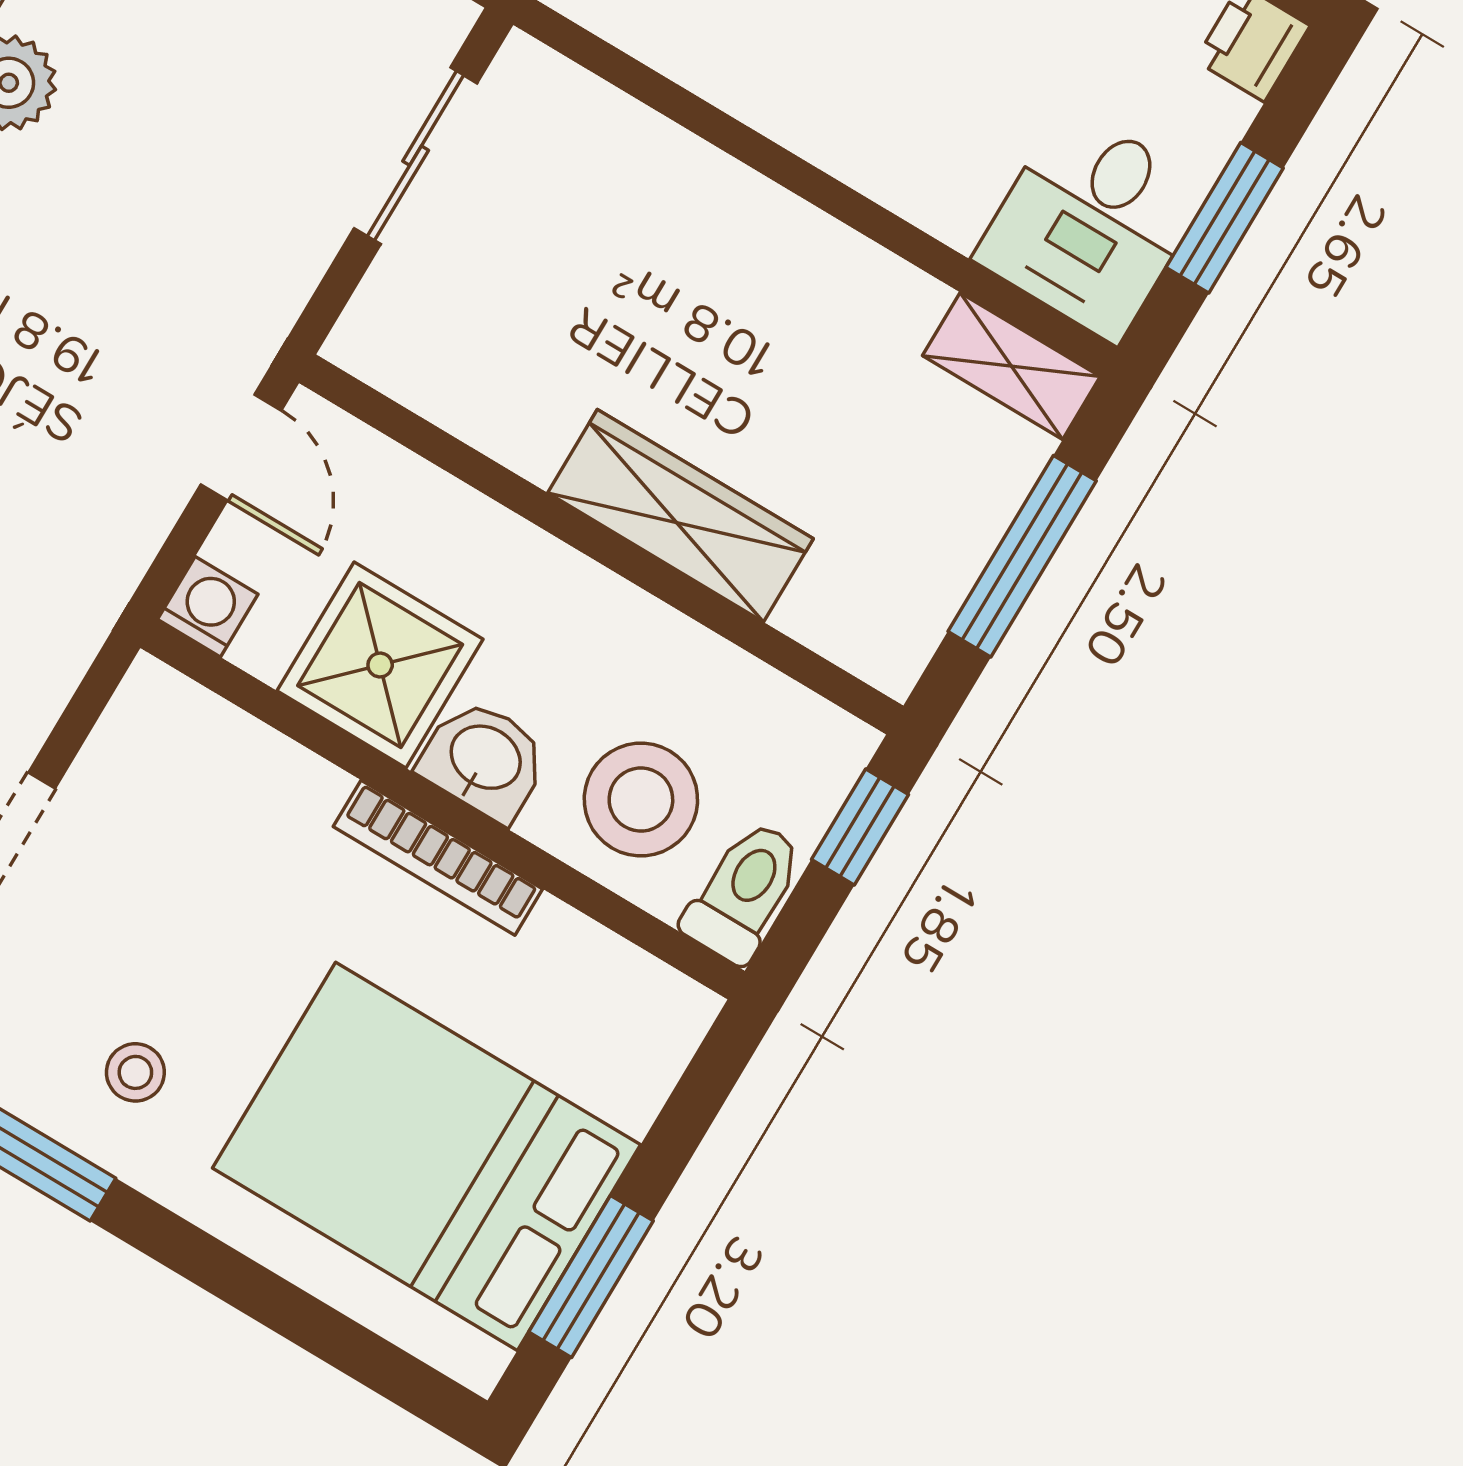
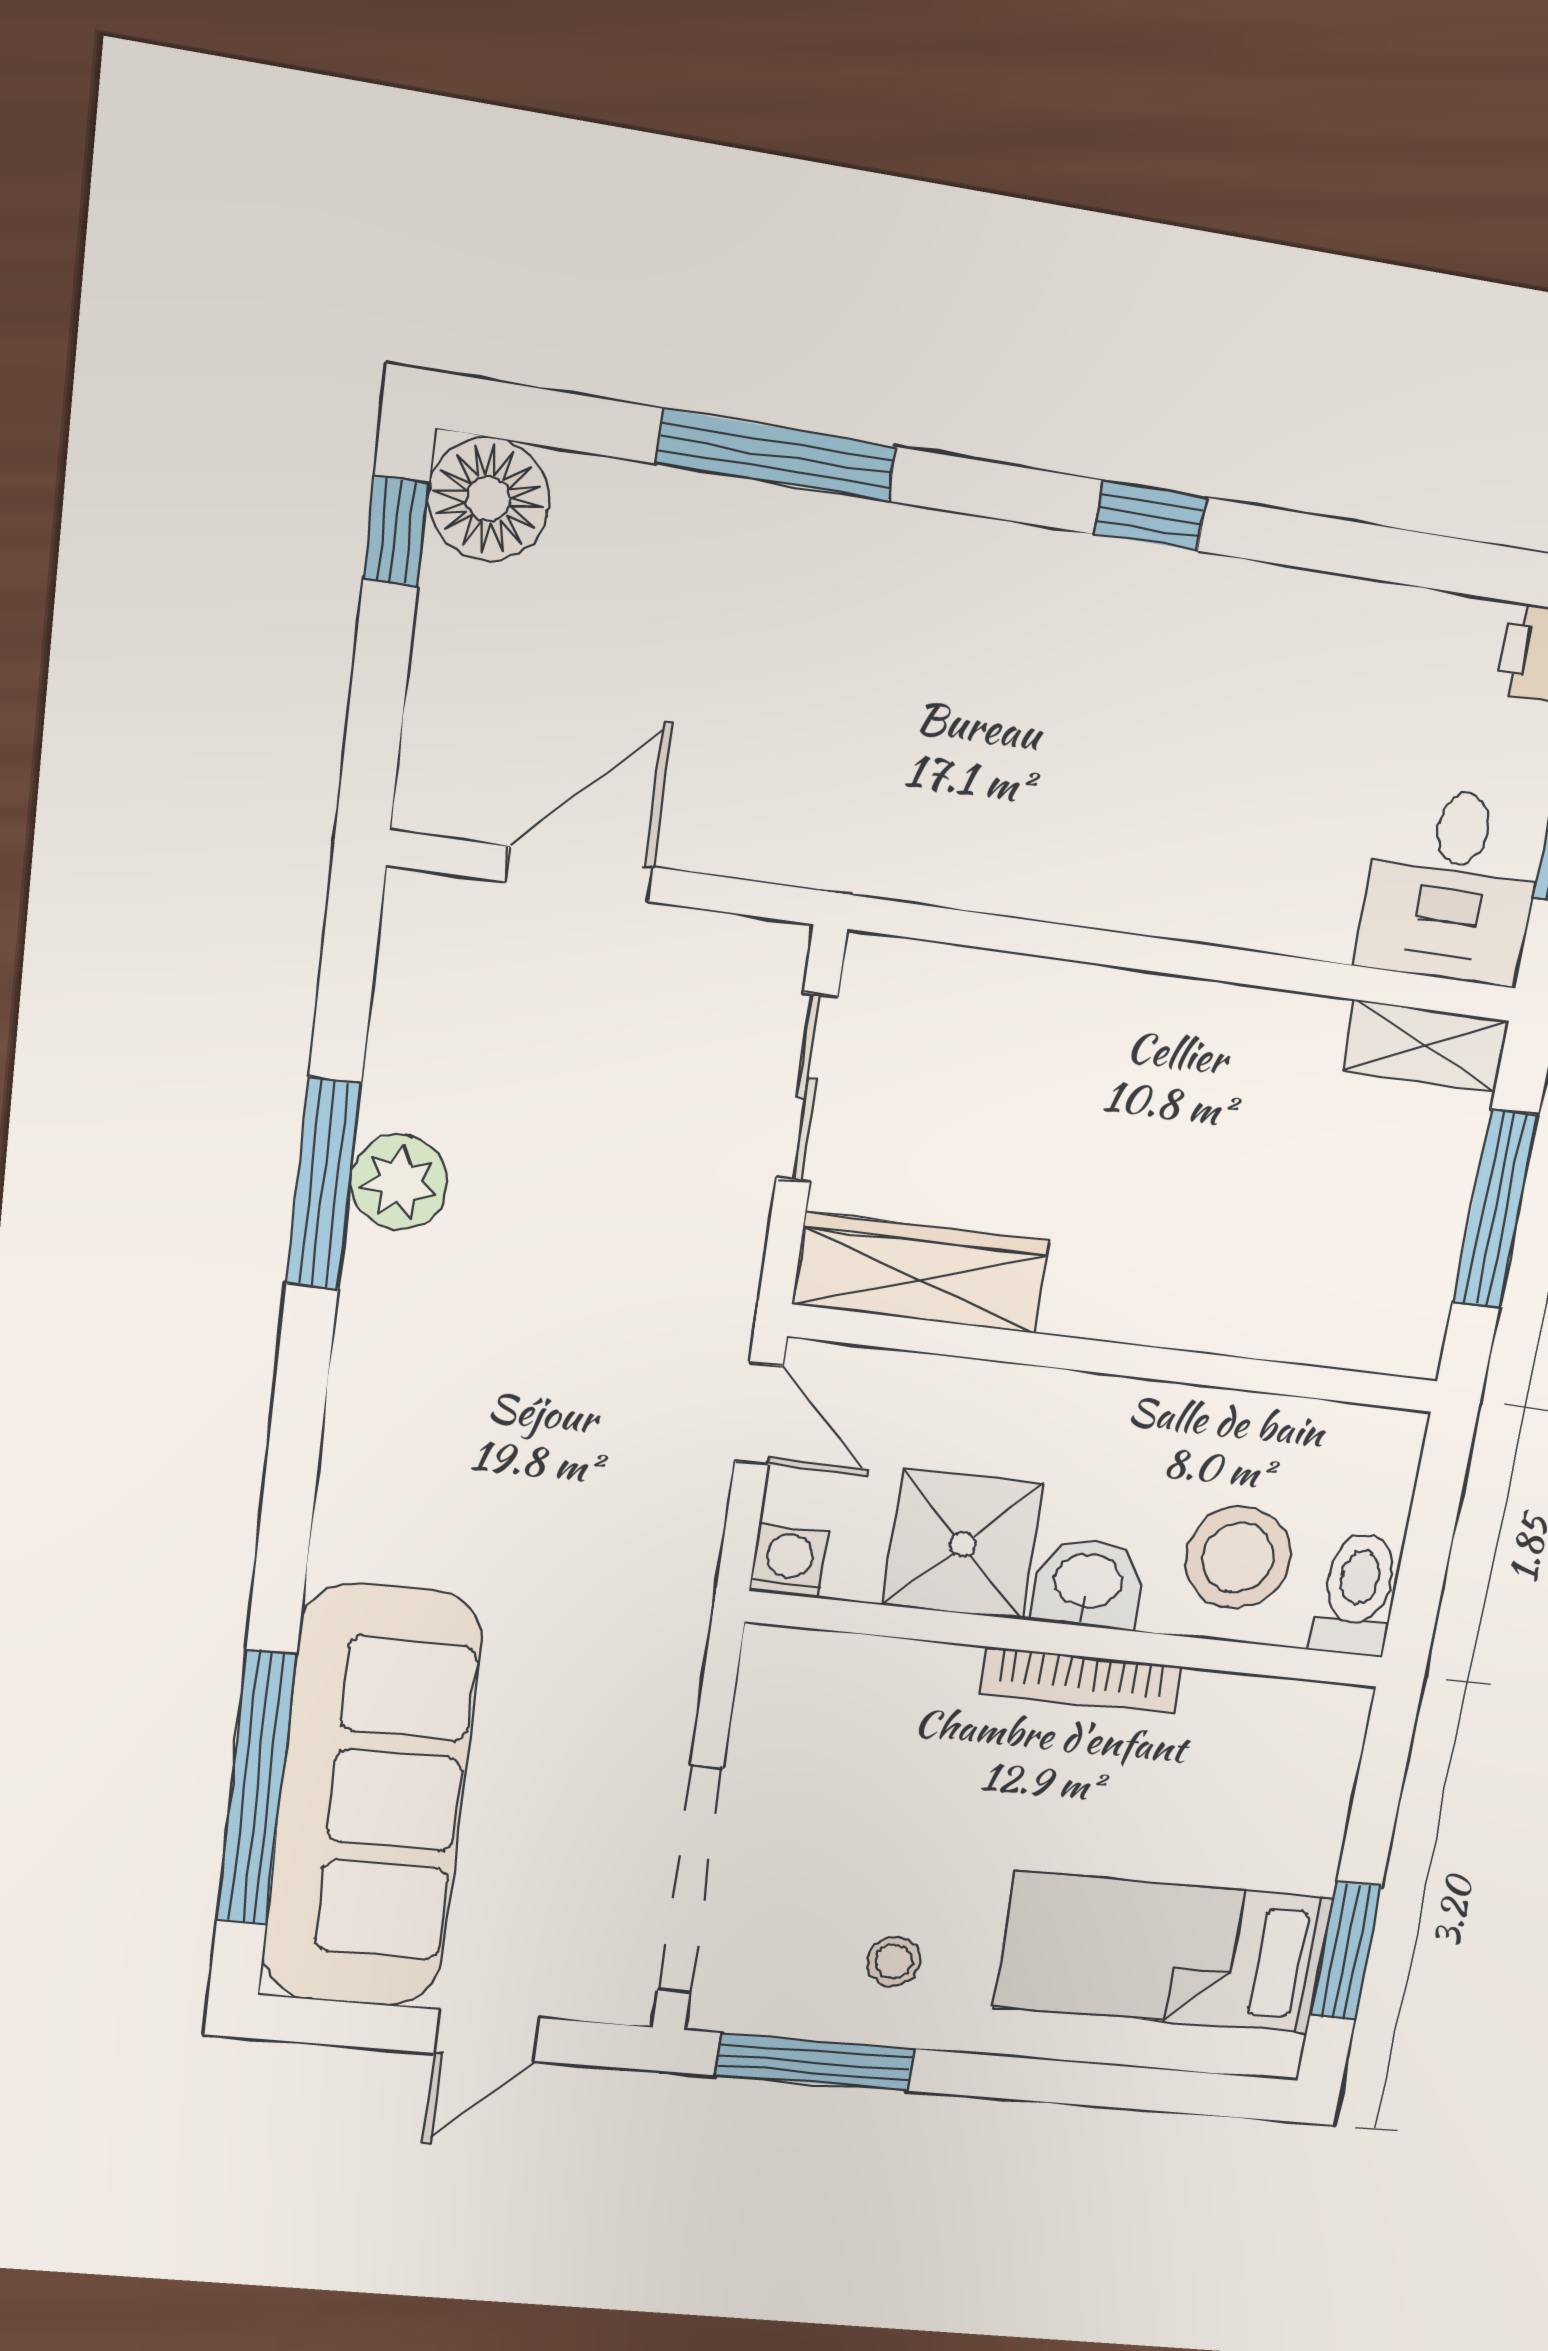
wardrobe: (680, 516) -> (921, 1273), moved
window: (860, 827) -> (1437, 1498), removed
bed: (427, 1156) -> (1163, 1953), width x0.67

